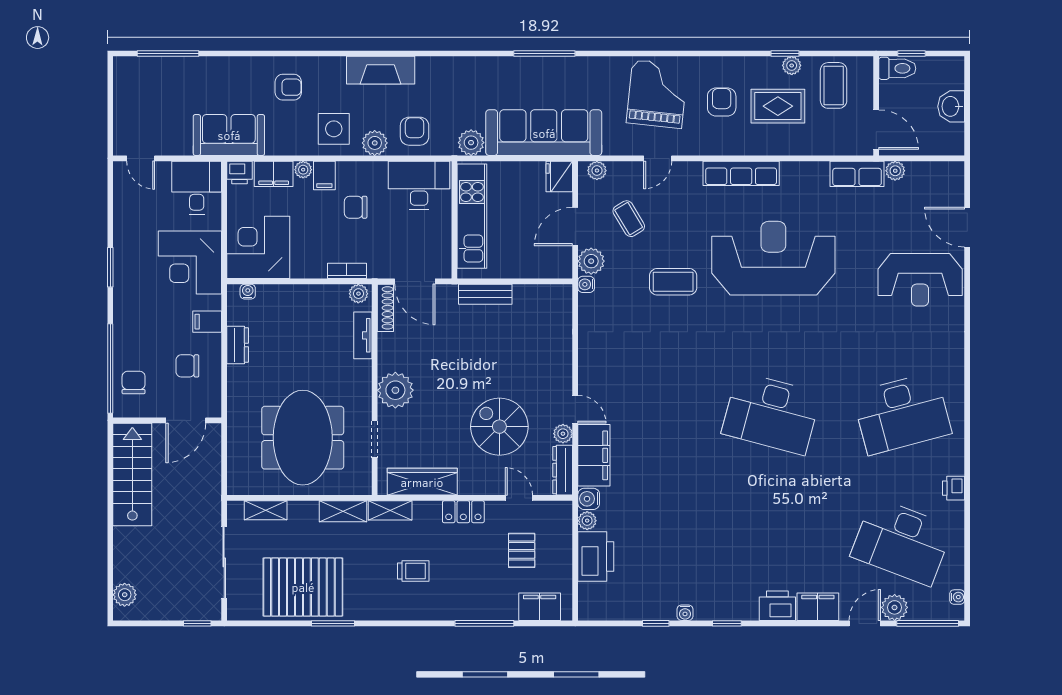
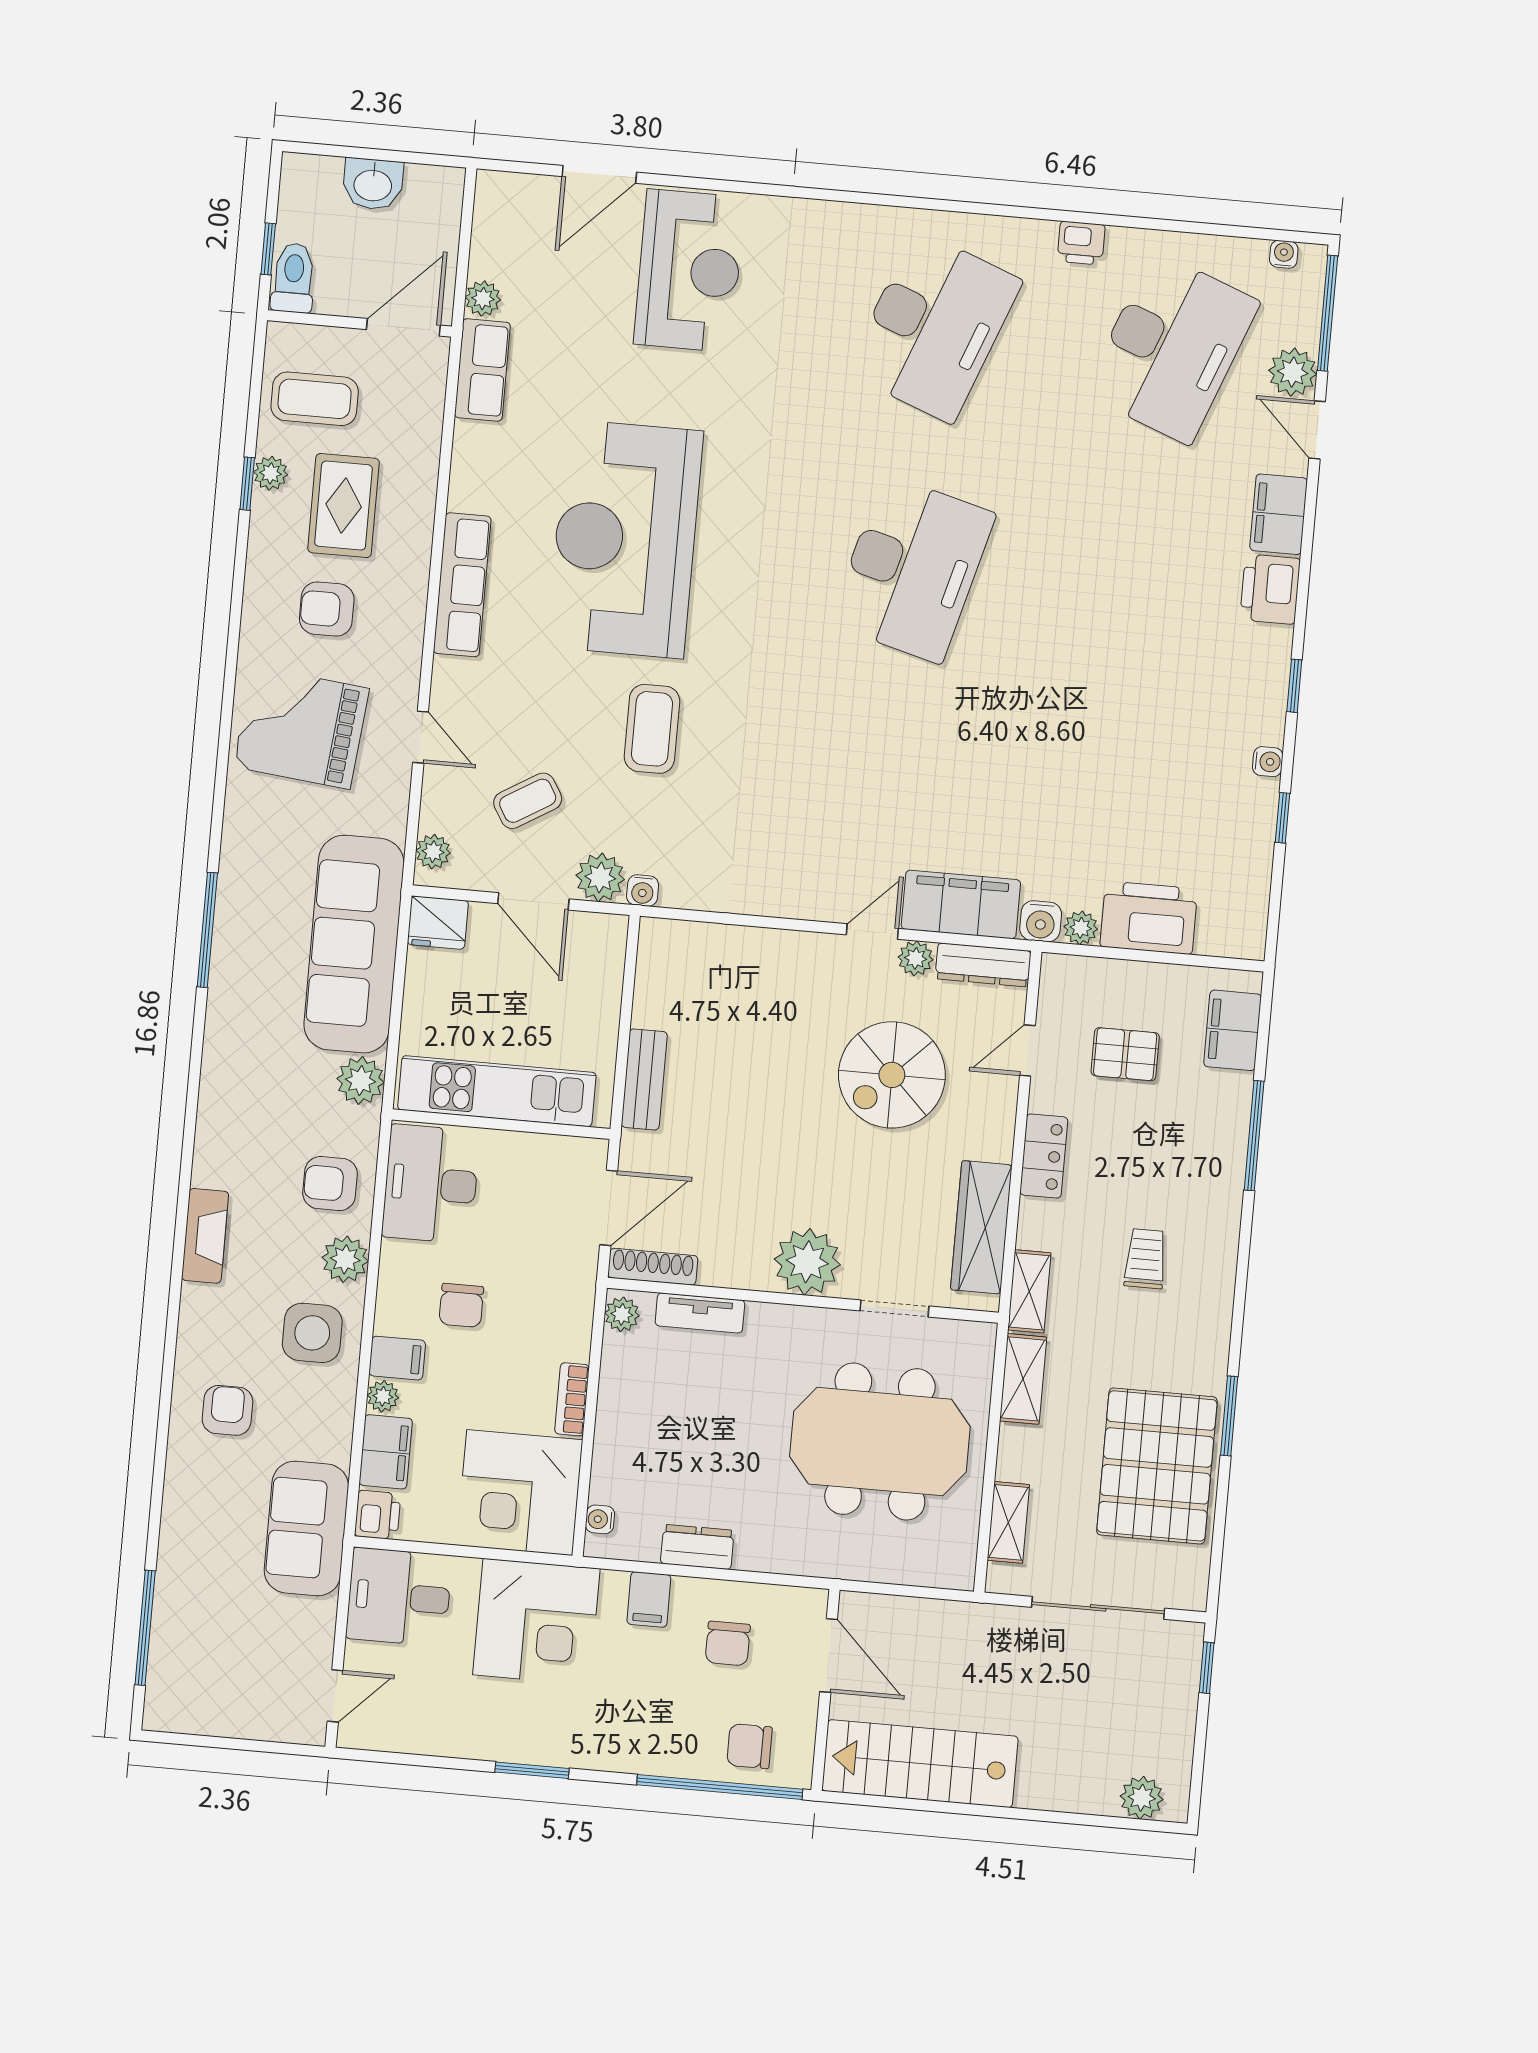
fireplace: (381, 70) -> (205, 1236), width x0.73, depth x0.76
bookcase: (347, 271) -> (572, 1399), moved
desk: (902, 413) -> (934, 327), turned 36

